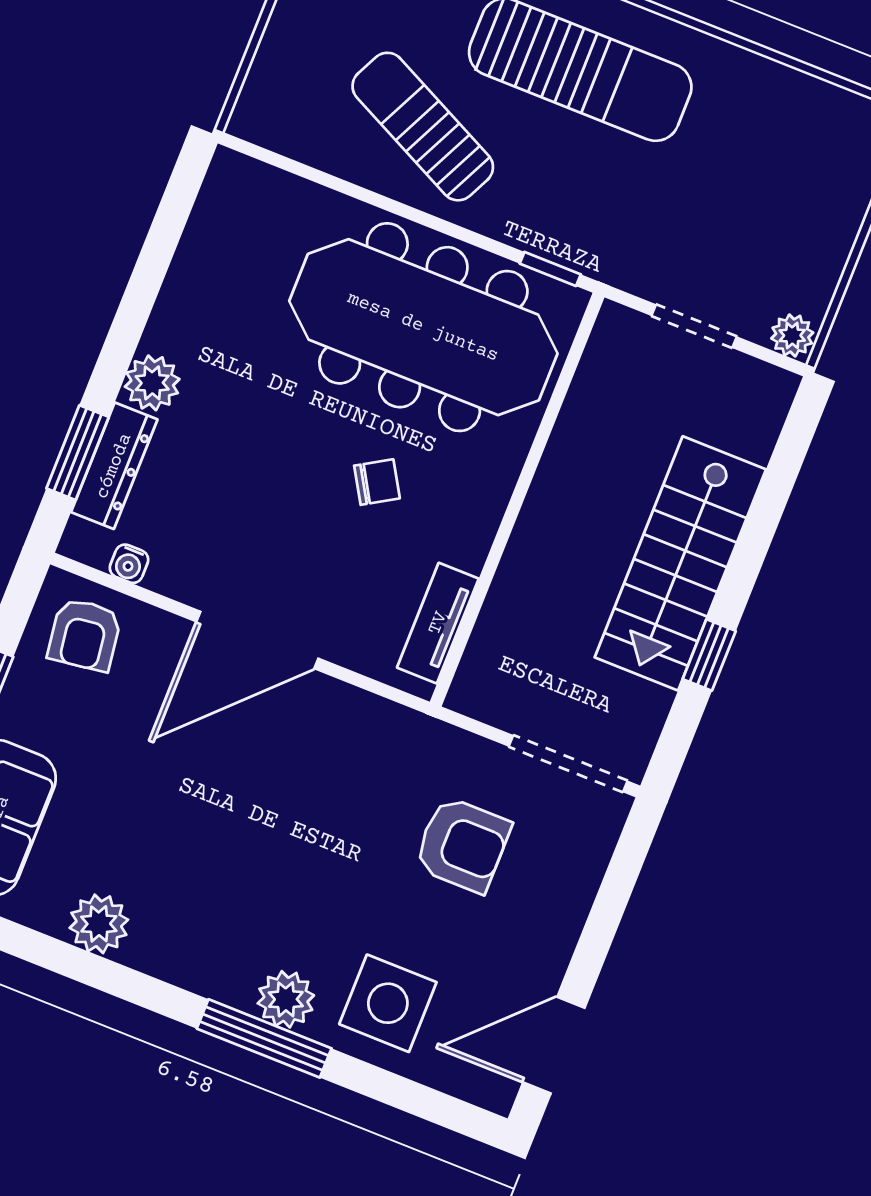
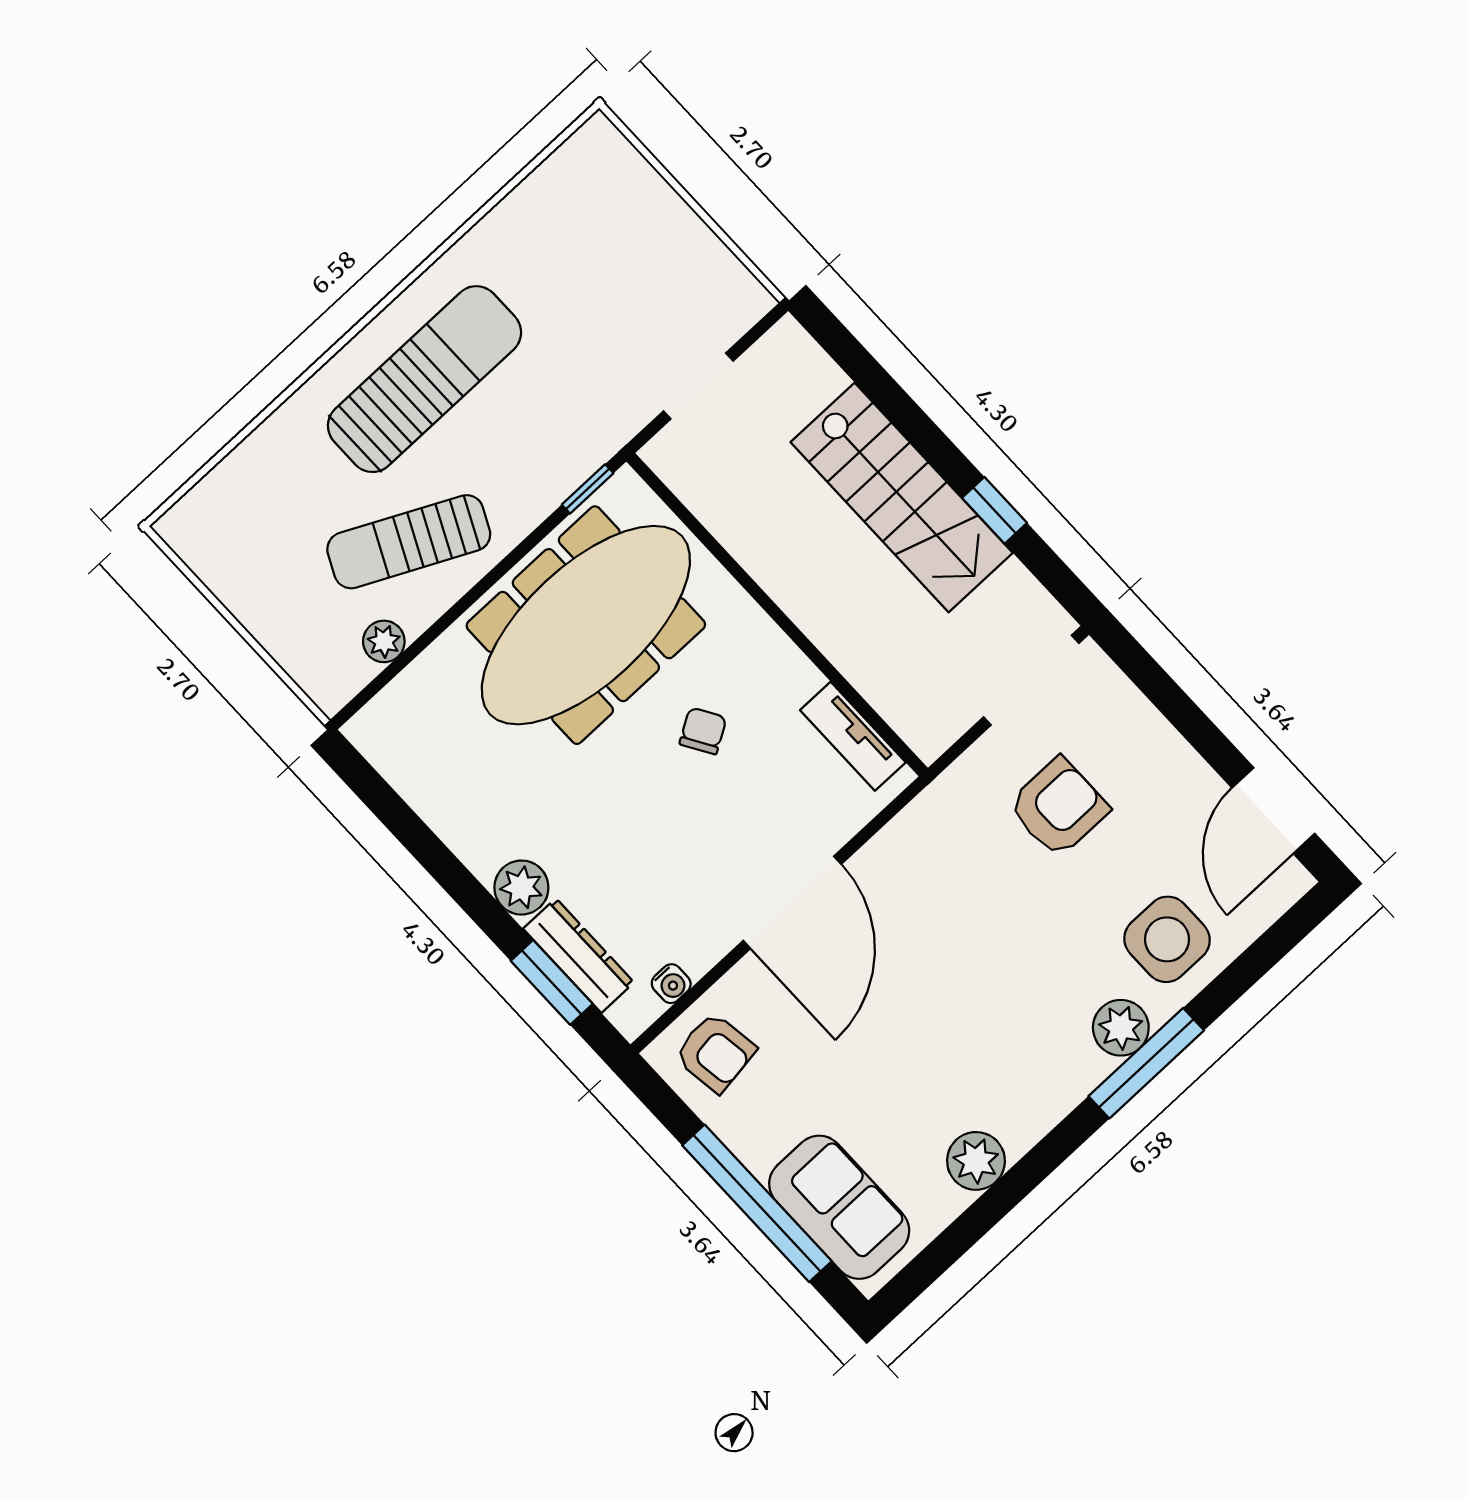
plant: (792, 336) -> (384, 641), moved

